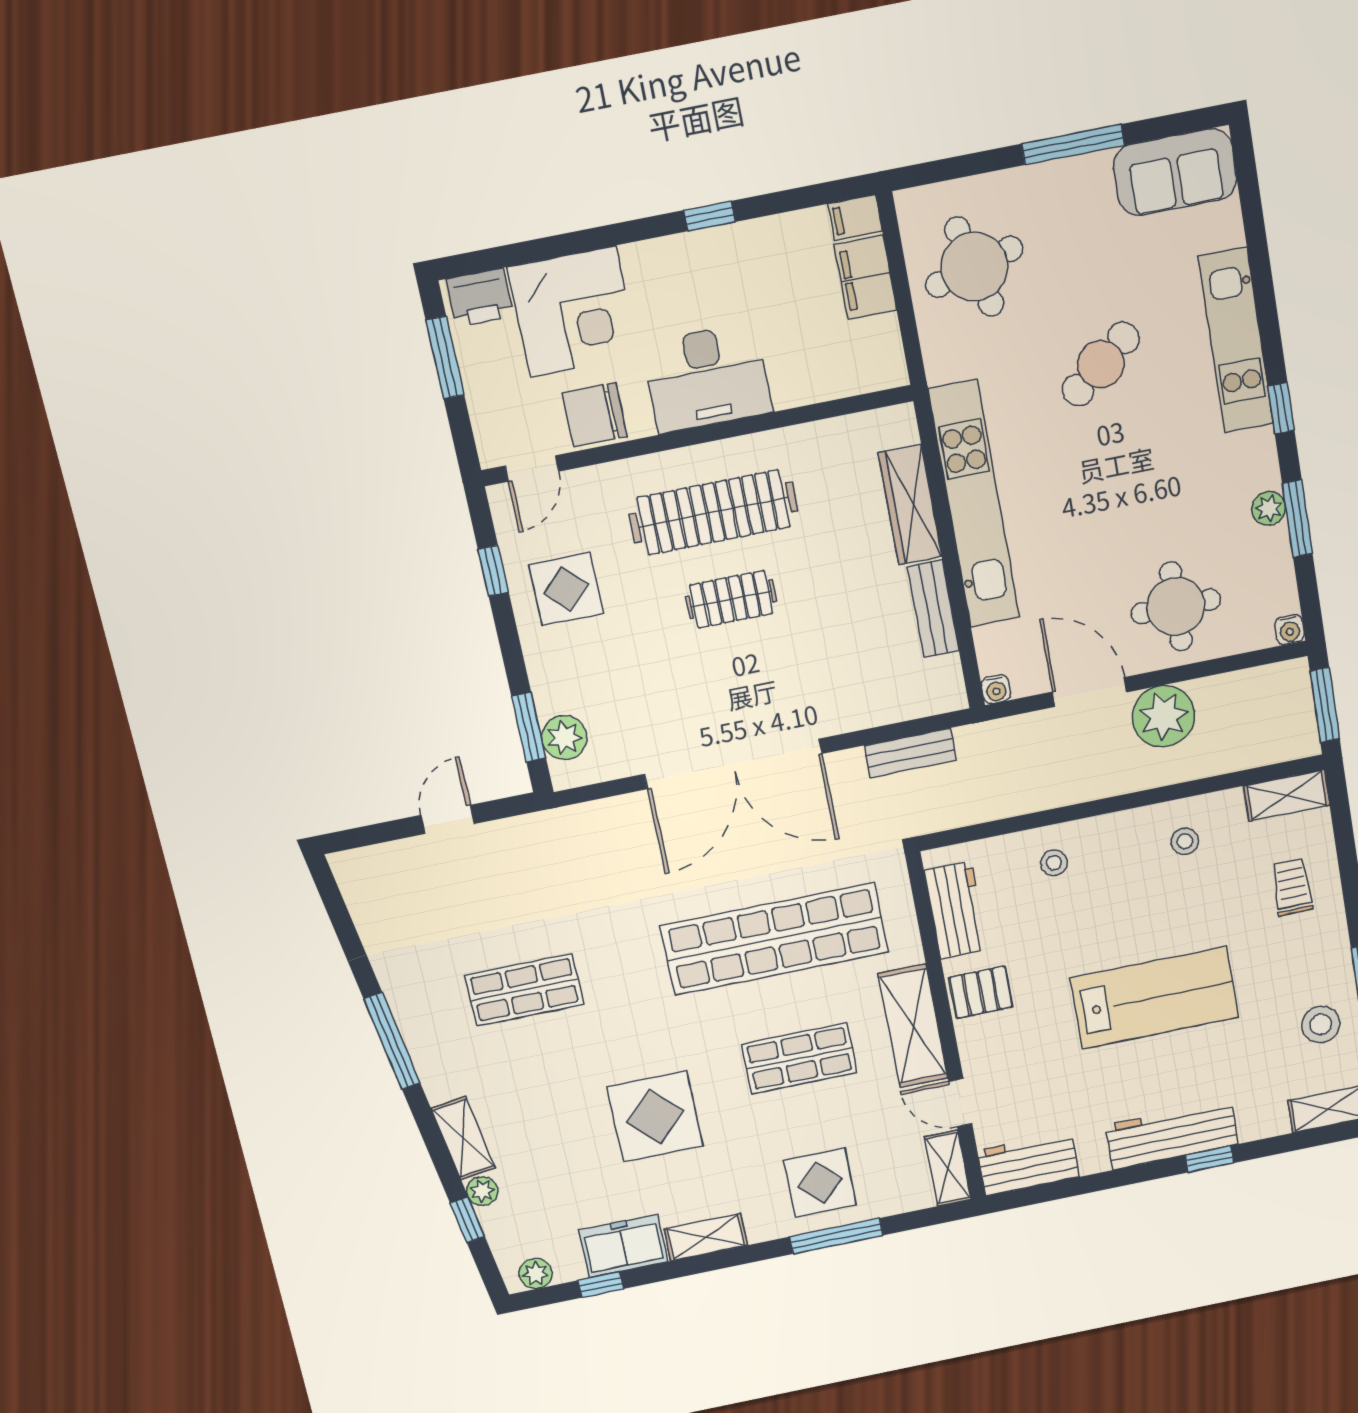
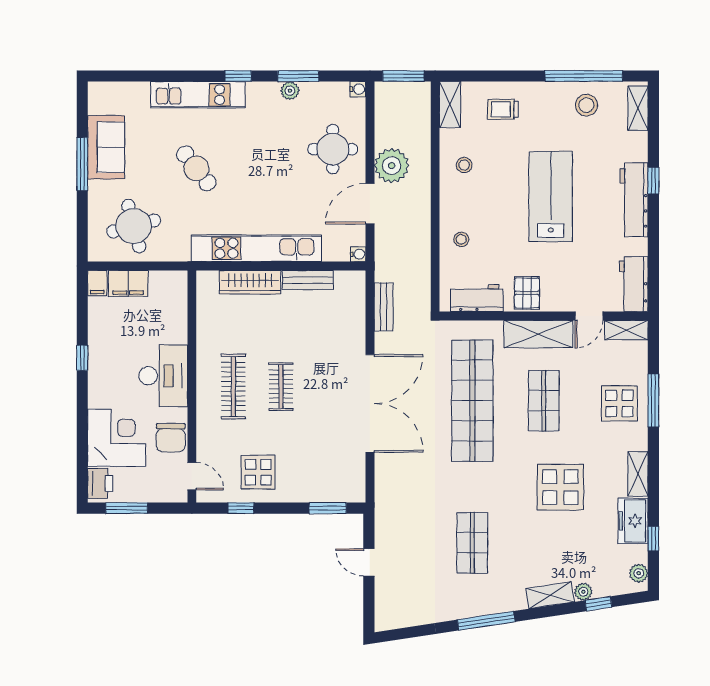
sofa: (1175, 172) -> (106, 147), moved
clothes rail: (713, 512) -> (233, 387), width x0.73, depth x0.76
plant: (564, 738) -> (337, 491), removed

